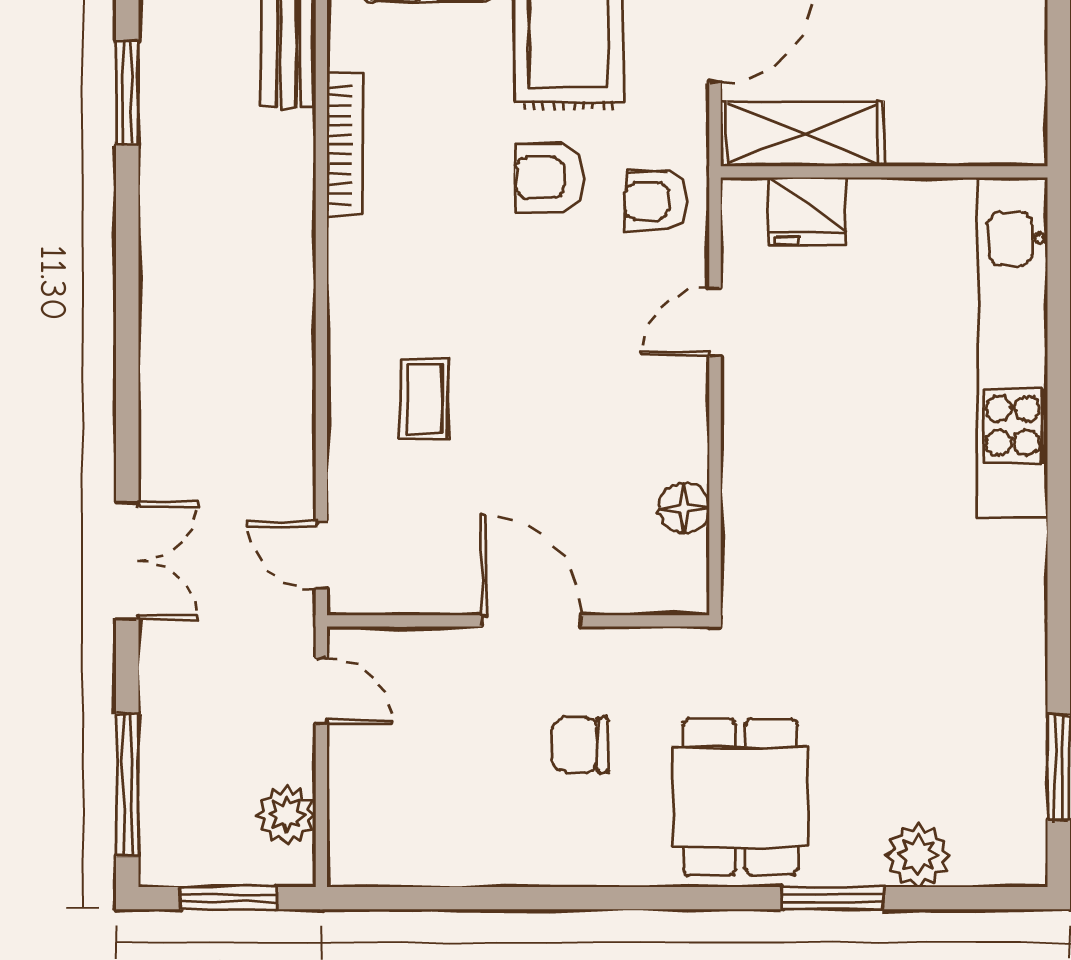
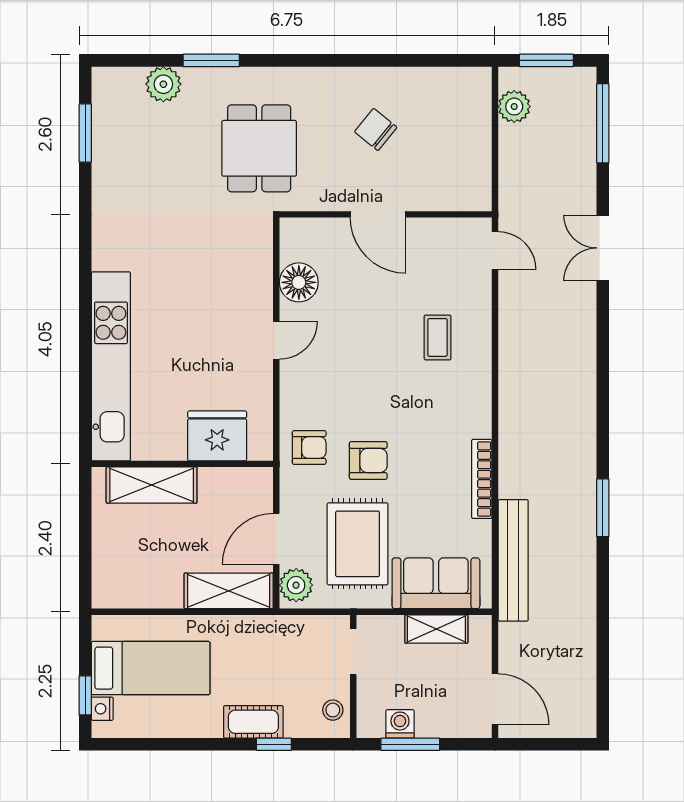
shelving: (802, 134) -> (152, 485), moved
fridge: (807, 211) -> (217, 436), width x1.36, depth x1.34
door: (715, 322) -> (276, 340), moved
floor lamp: (684, 508) -> (299, 282), width x1.38, depth x1.38
door: (321, 691) -> (495, 175), removed
chair: (581, 745) -> (376, 130), moved, turned -141
dining table: (740, 797) -> (259, 148), moved

